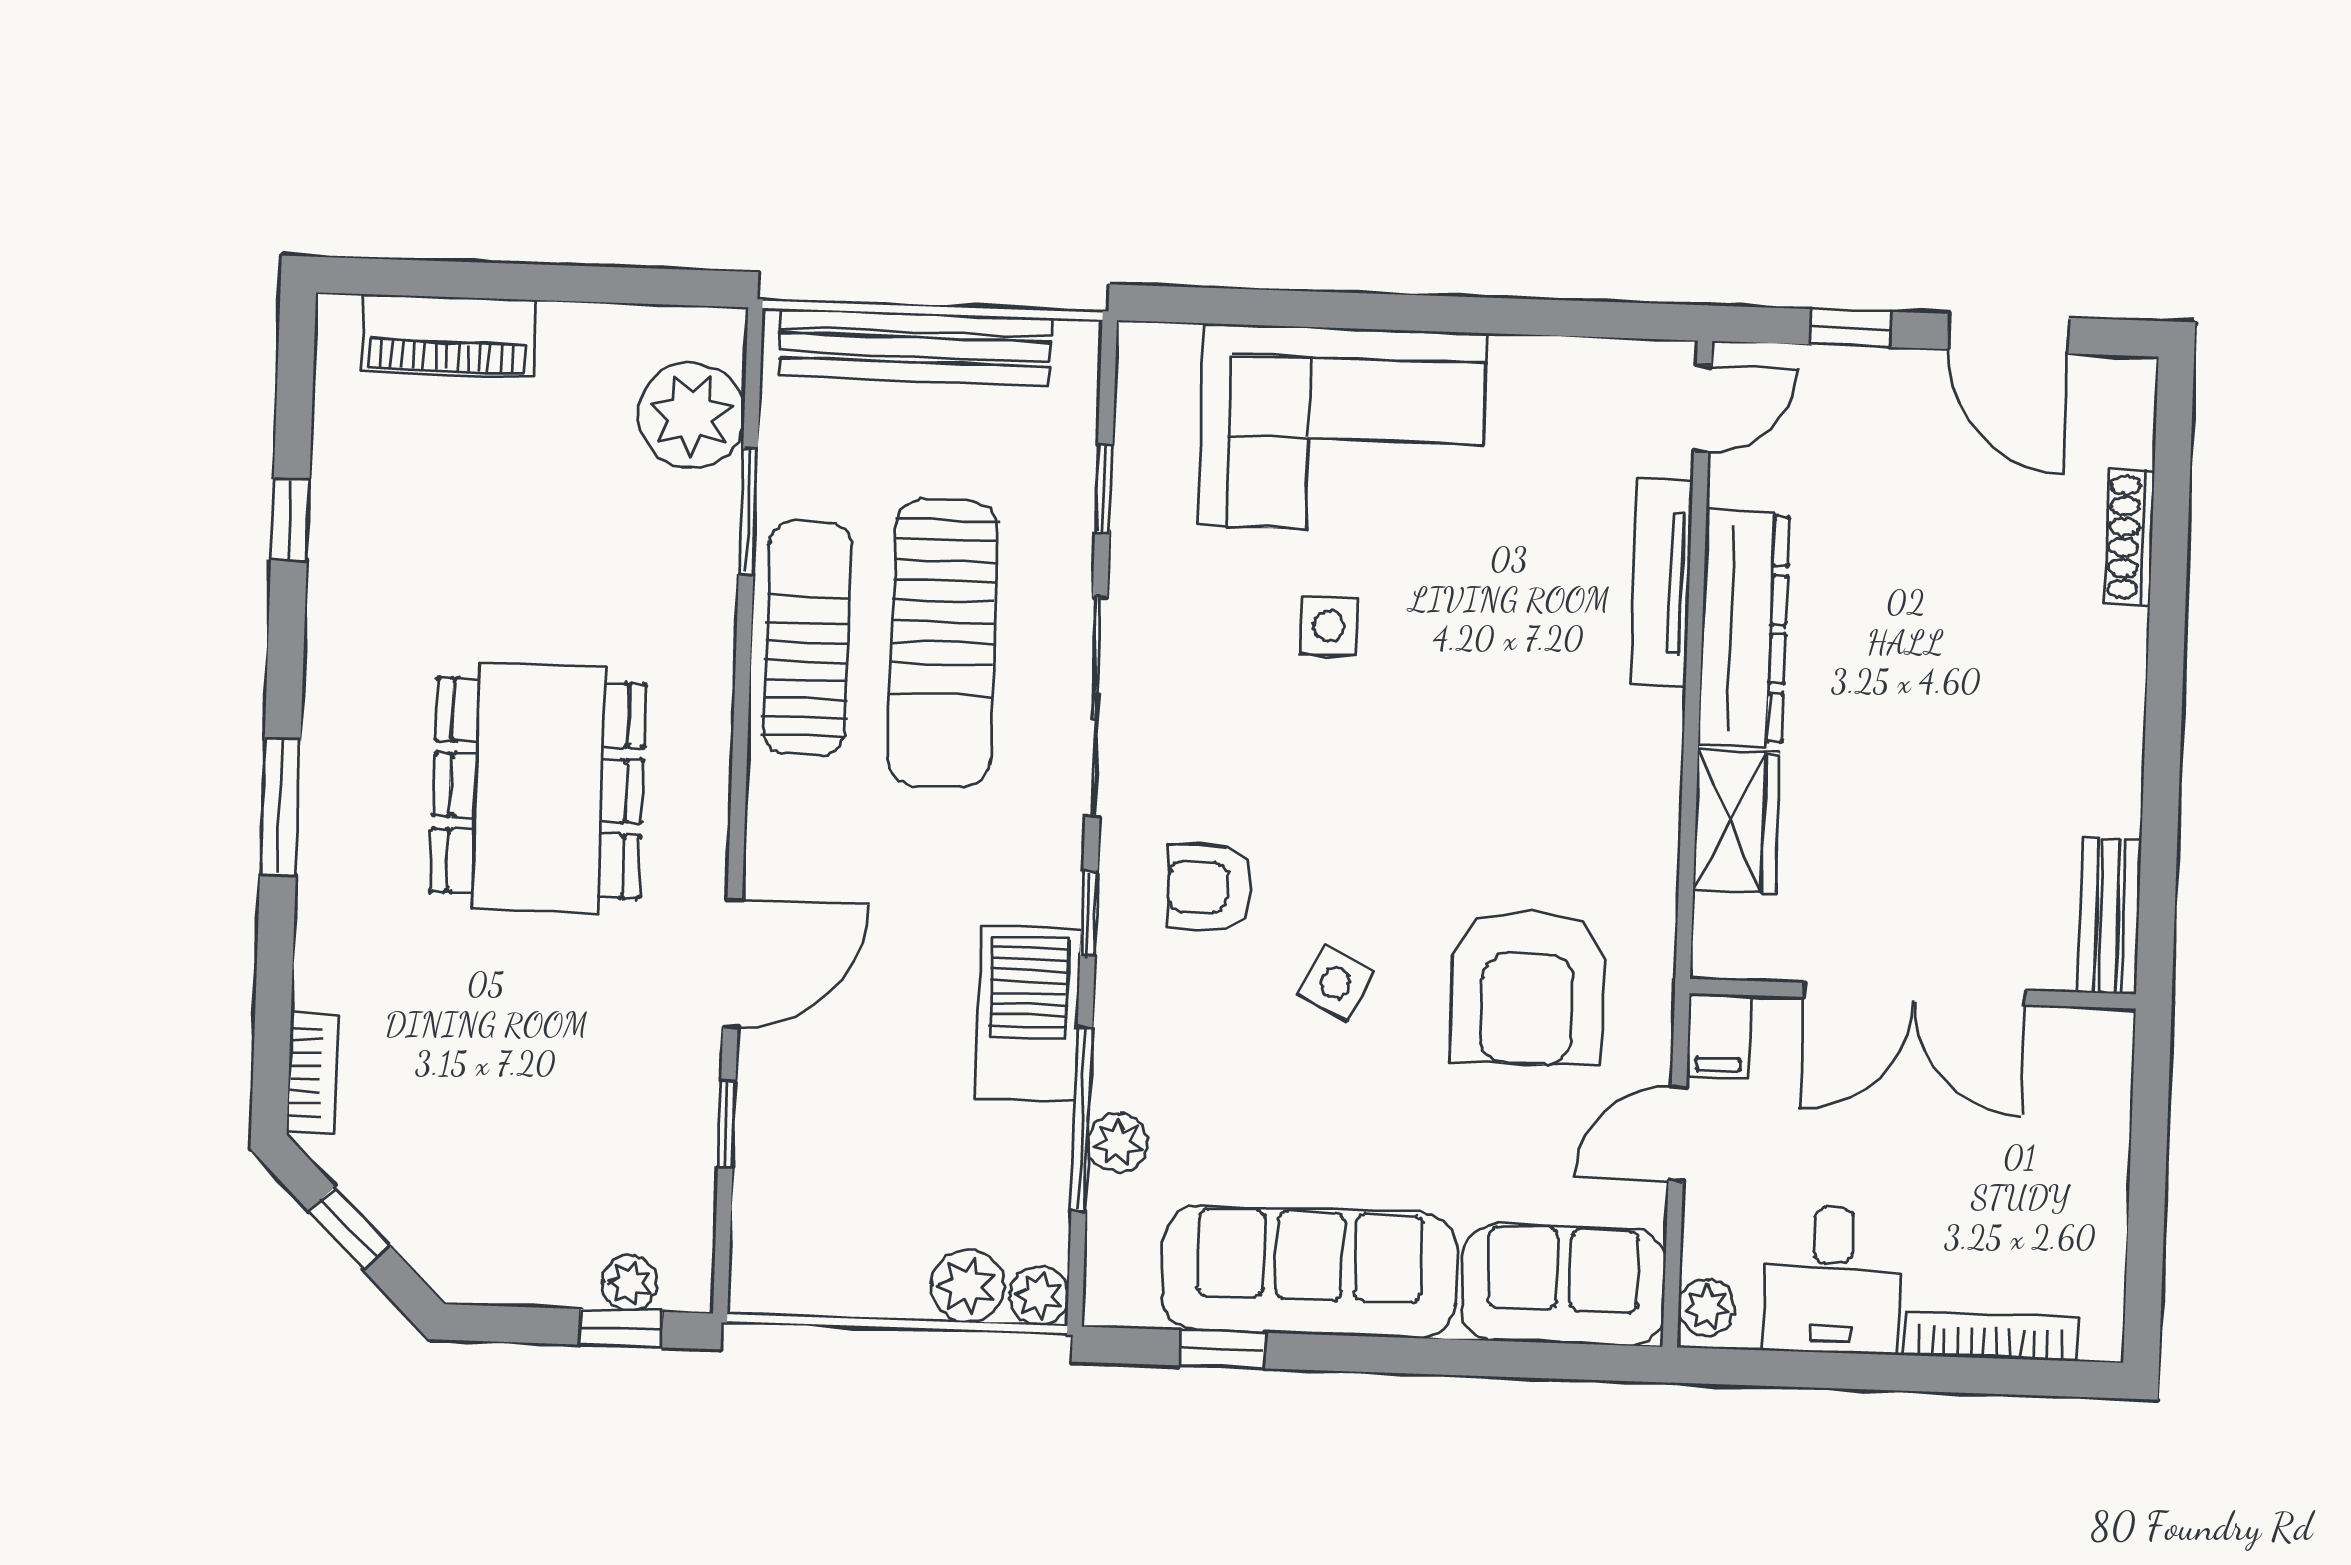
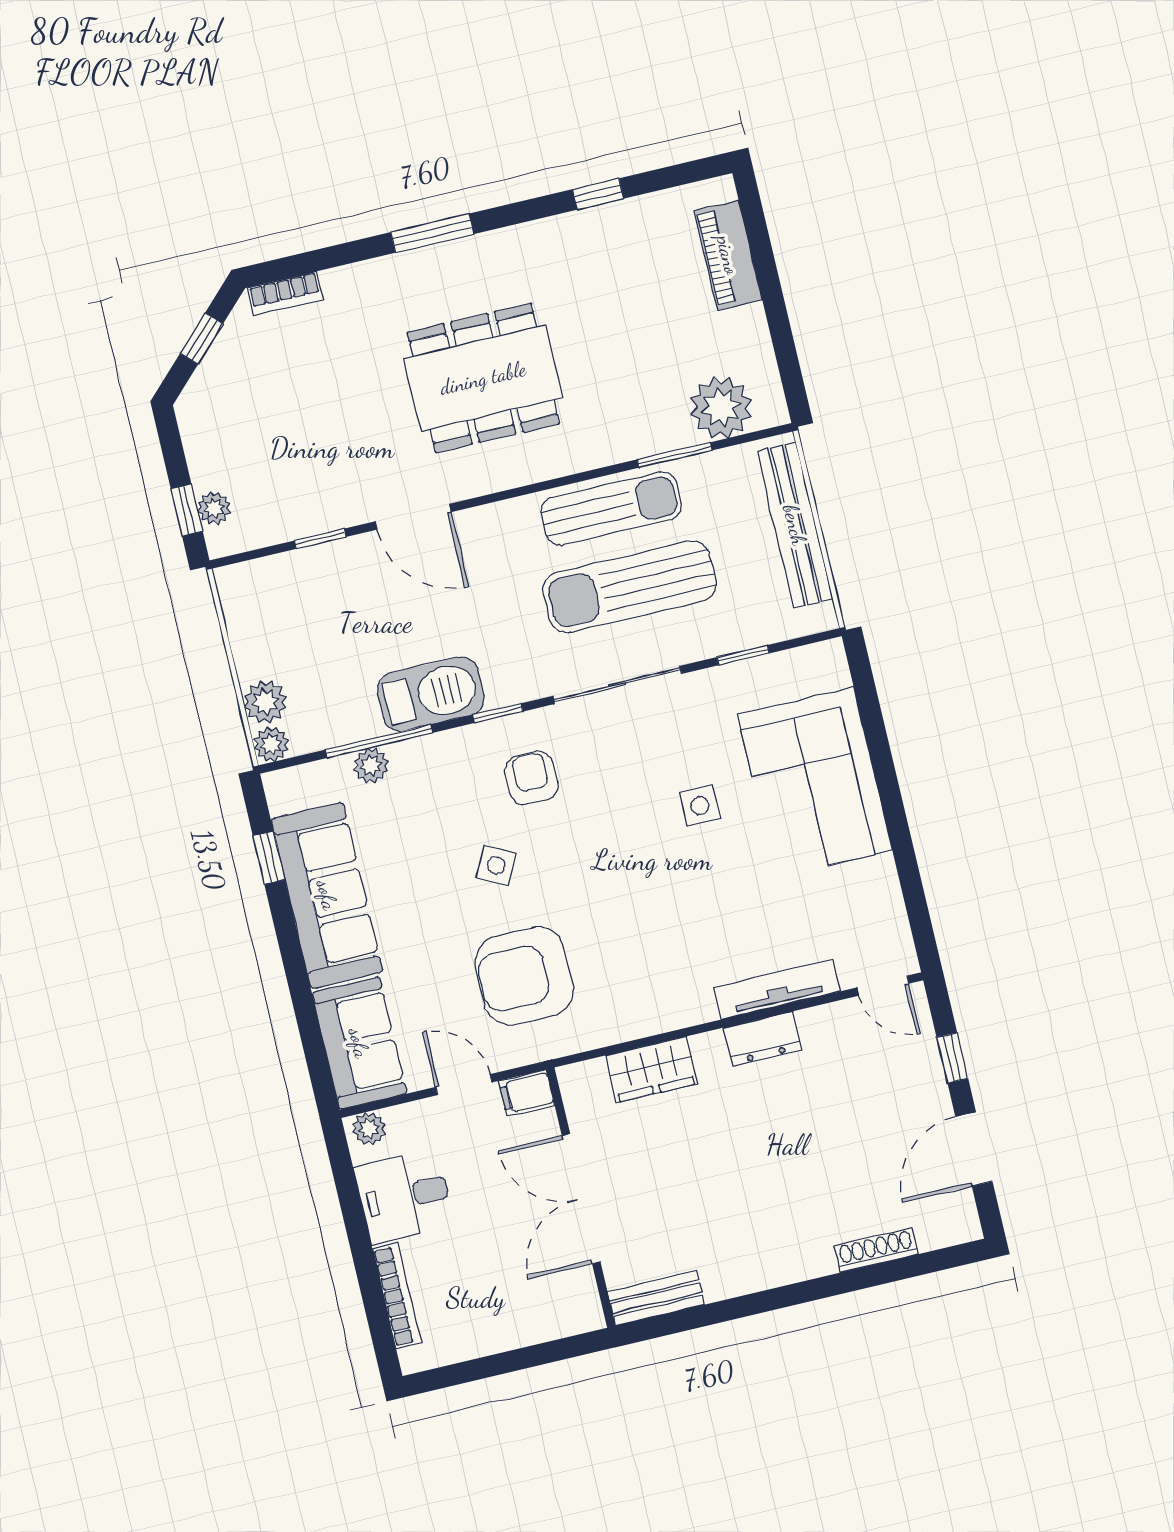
dresser: (1744, 628) -> (762, 1039), width x0.51, depth x0.80

